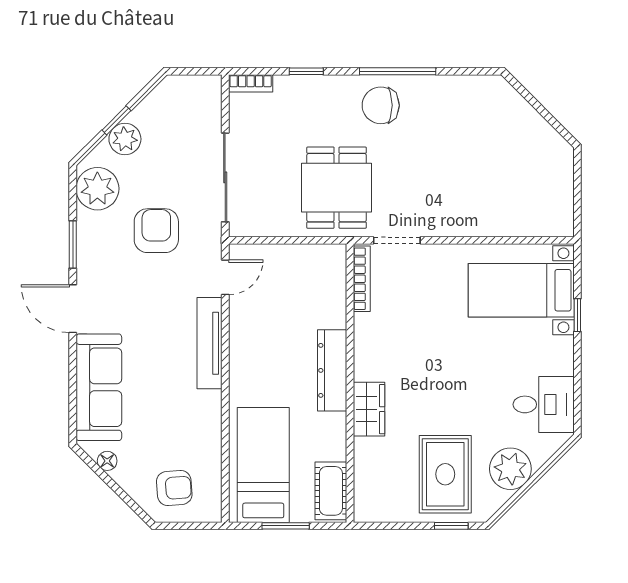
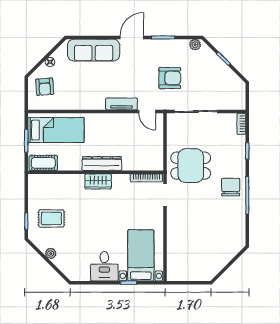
plant: (125, 139) -> (214, 63), removed
plant: (97, 189) -> (195, 45), width x0.53, depth x0.53
tv unit: (210, 343) -> (122, 104), width x0.71
desk: (544, 404) -> (104, 266), moved
wardrobe: (369, 409) -> (98, 181), moved
floor lamp: (107, 461) -> (50, 62), moved
plant: (510, 469) -> (51, 253), width x0.53, depth x0.53
rug: (445, 474) -> (51, 218), width x0.73, depth x0.70

